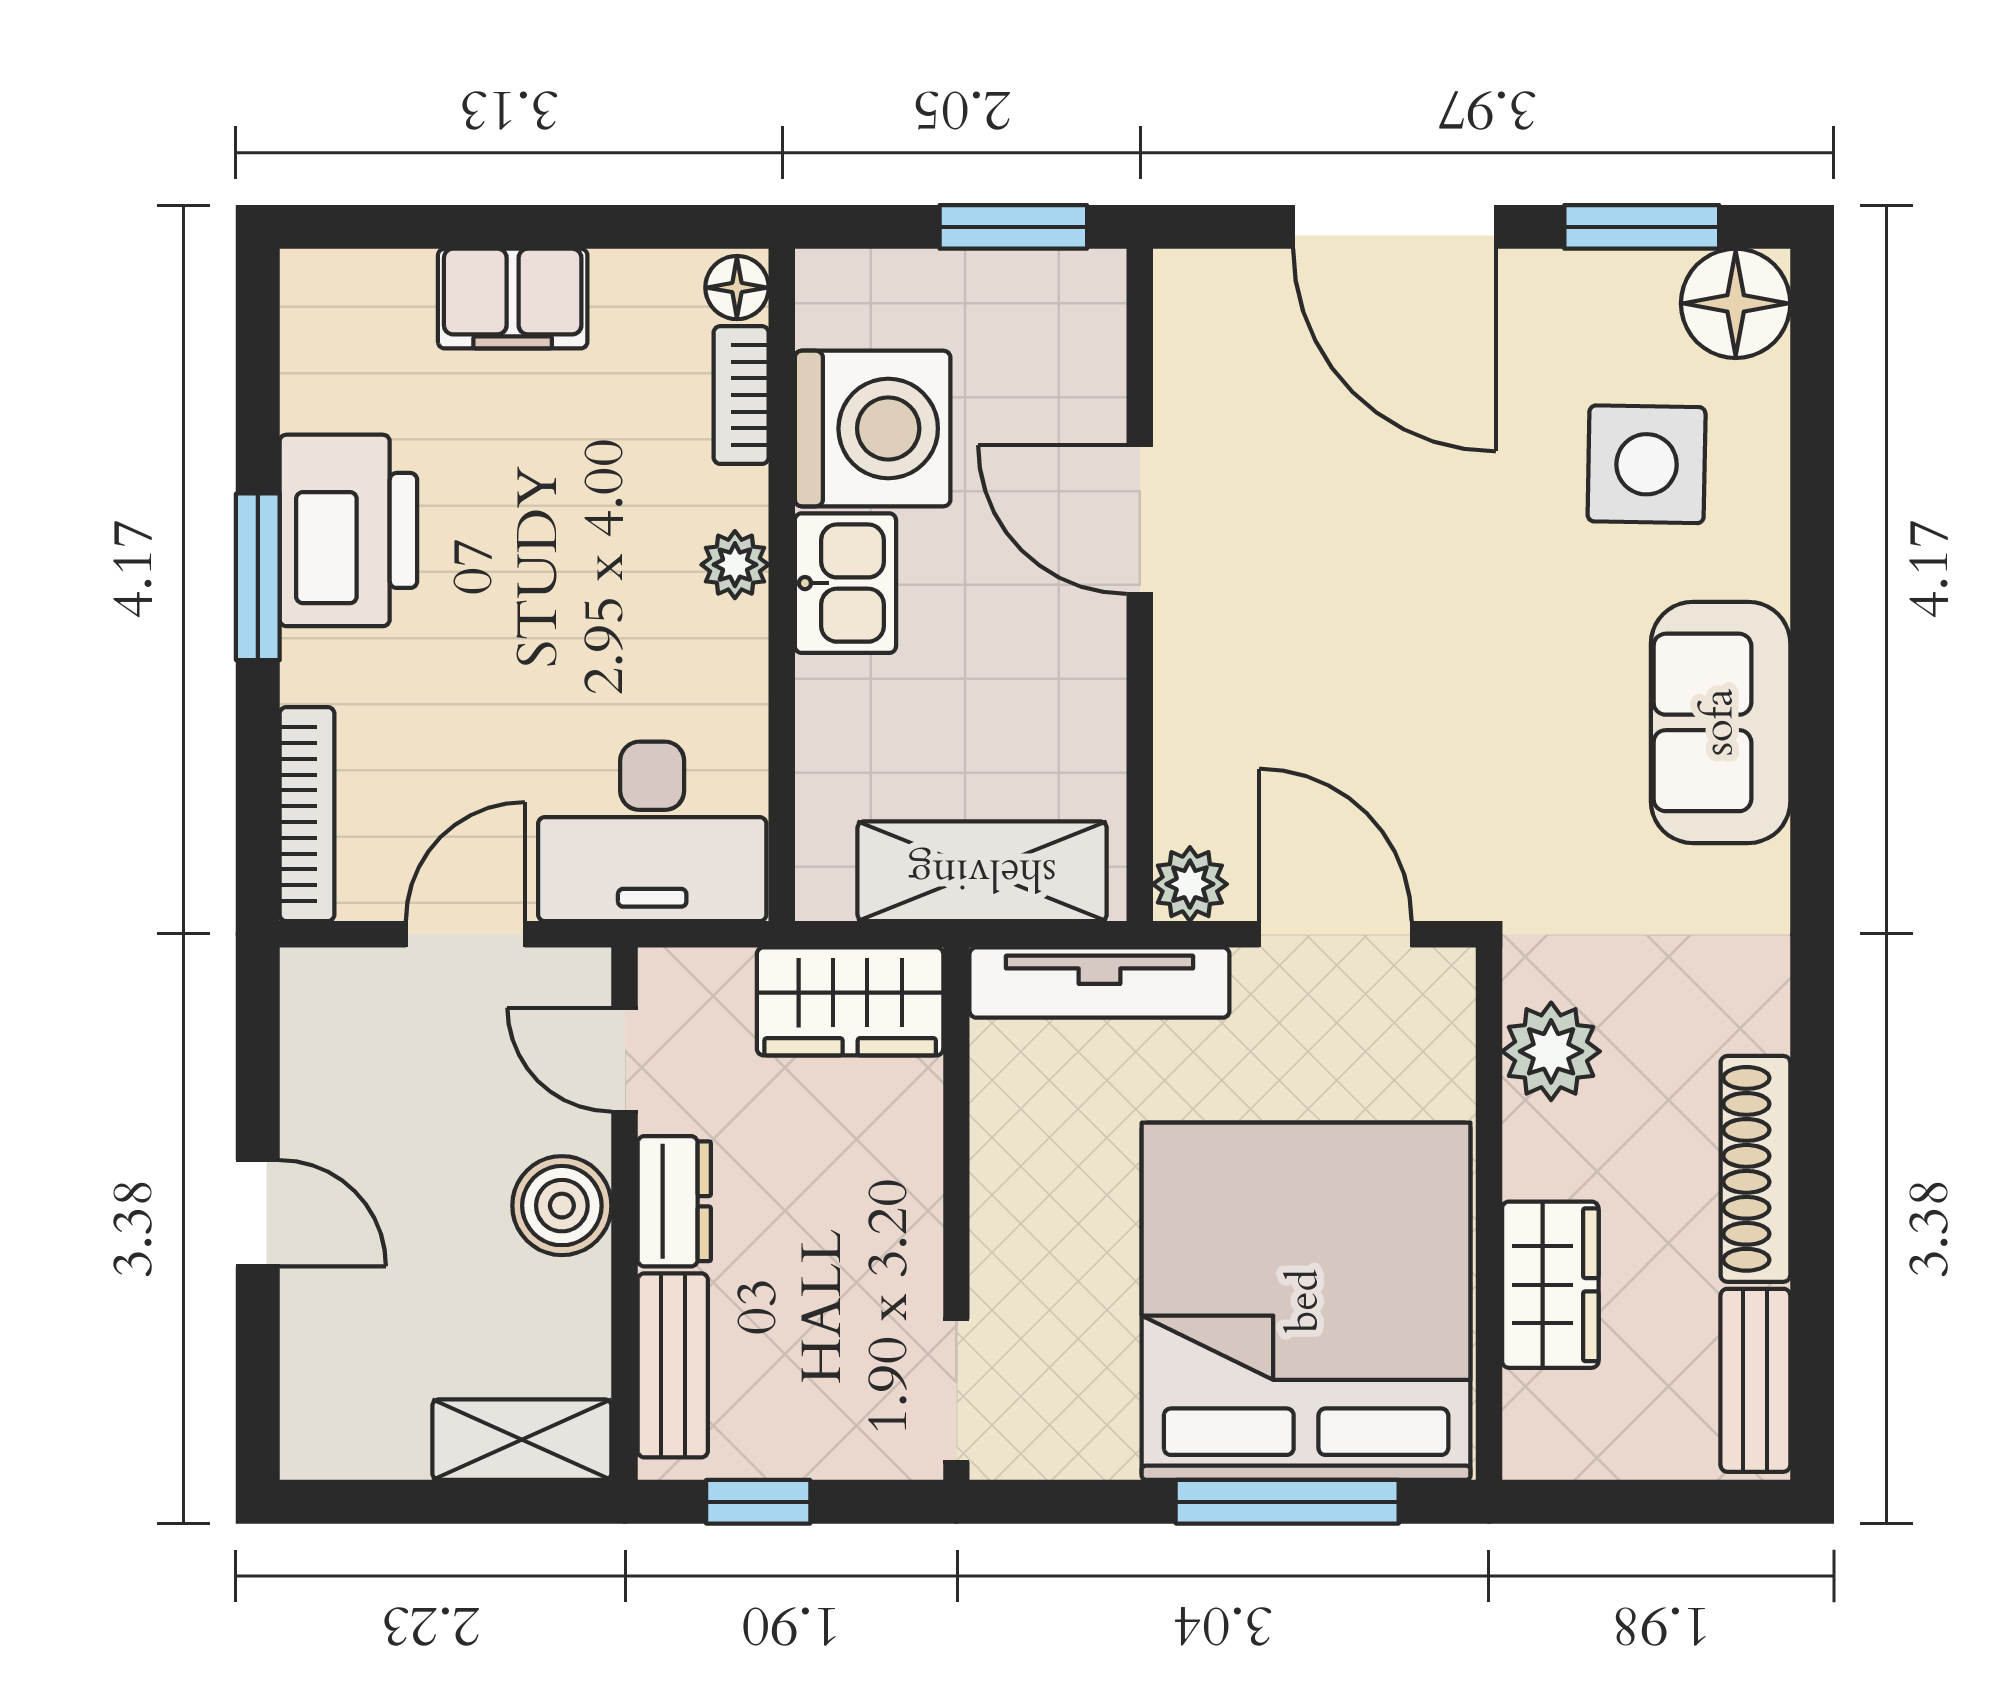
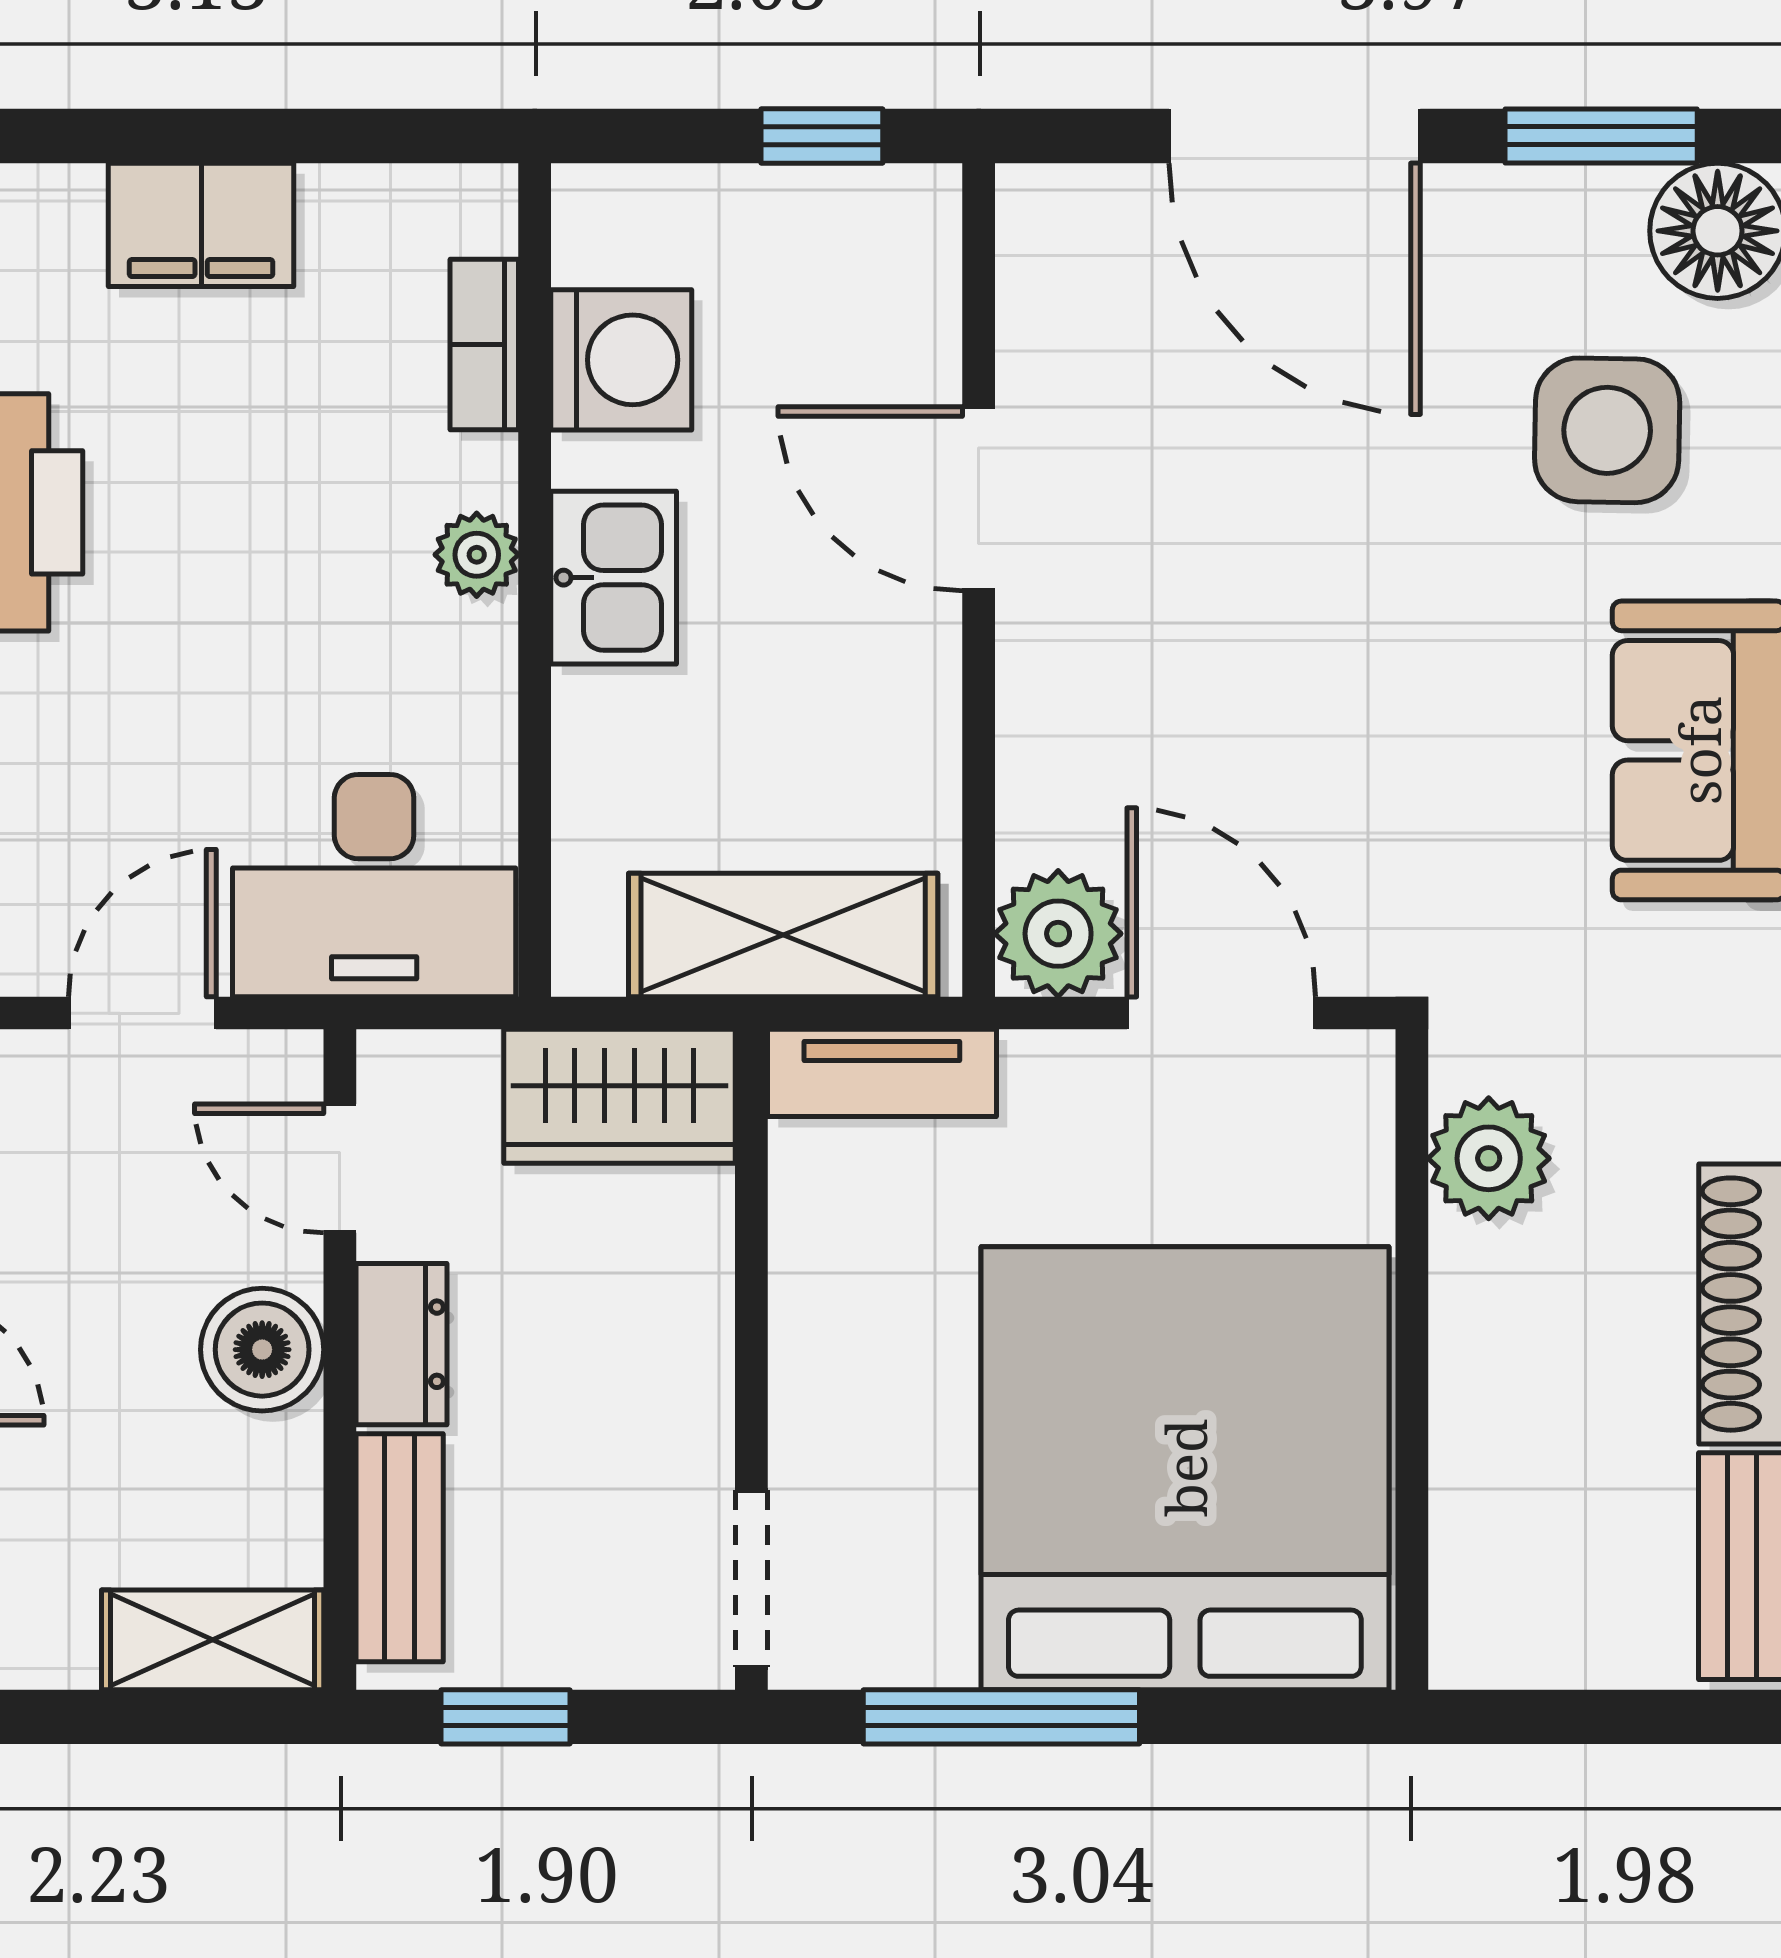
window: (1013, 227) -> (822, 136), width x0.67
floor lamp: (737, 288) -> (479, 211), removed
washing machine: (873, 429) -> (621, 360), width x0.73, depth x0.73
plant: (1190, 884) -> (1058, 934), width x1.38, depth x1.38
tv unit: (1099, 983) -> (882, 1073), width x0.71
wardrobe: (1550, 1285) -> (1488, 1448), removed
window: (1287, 1502) -> (1001, 1717), moved

